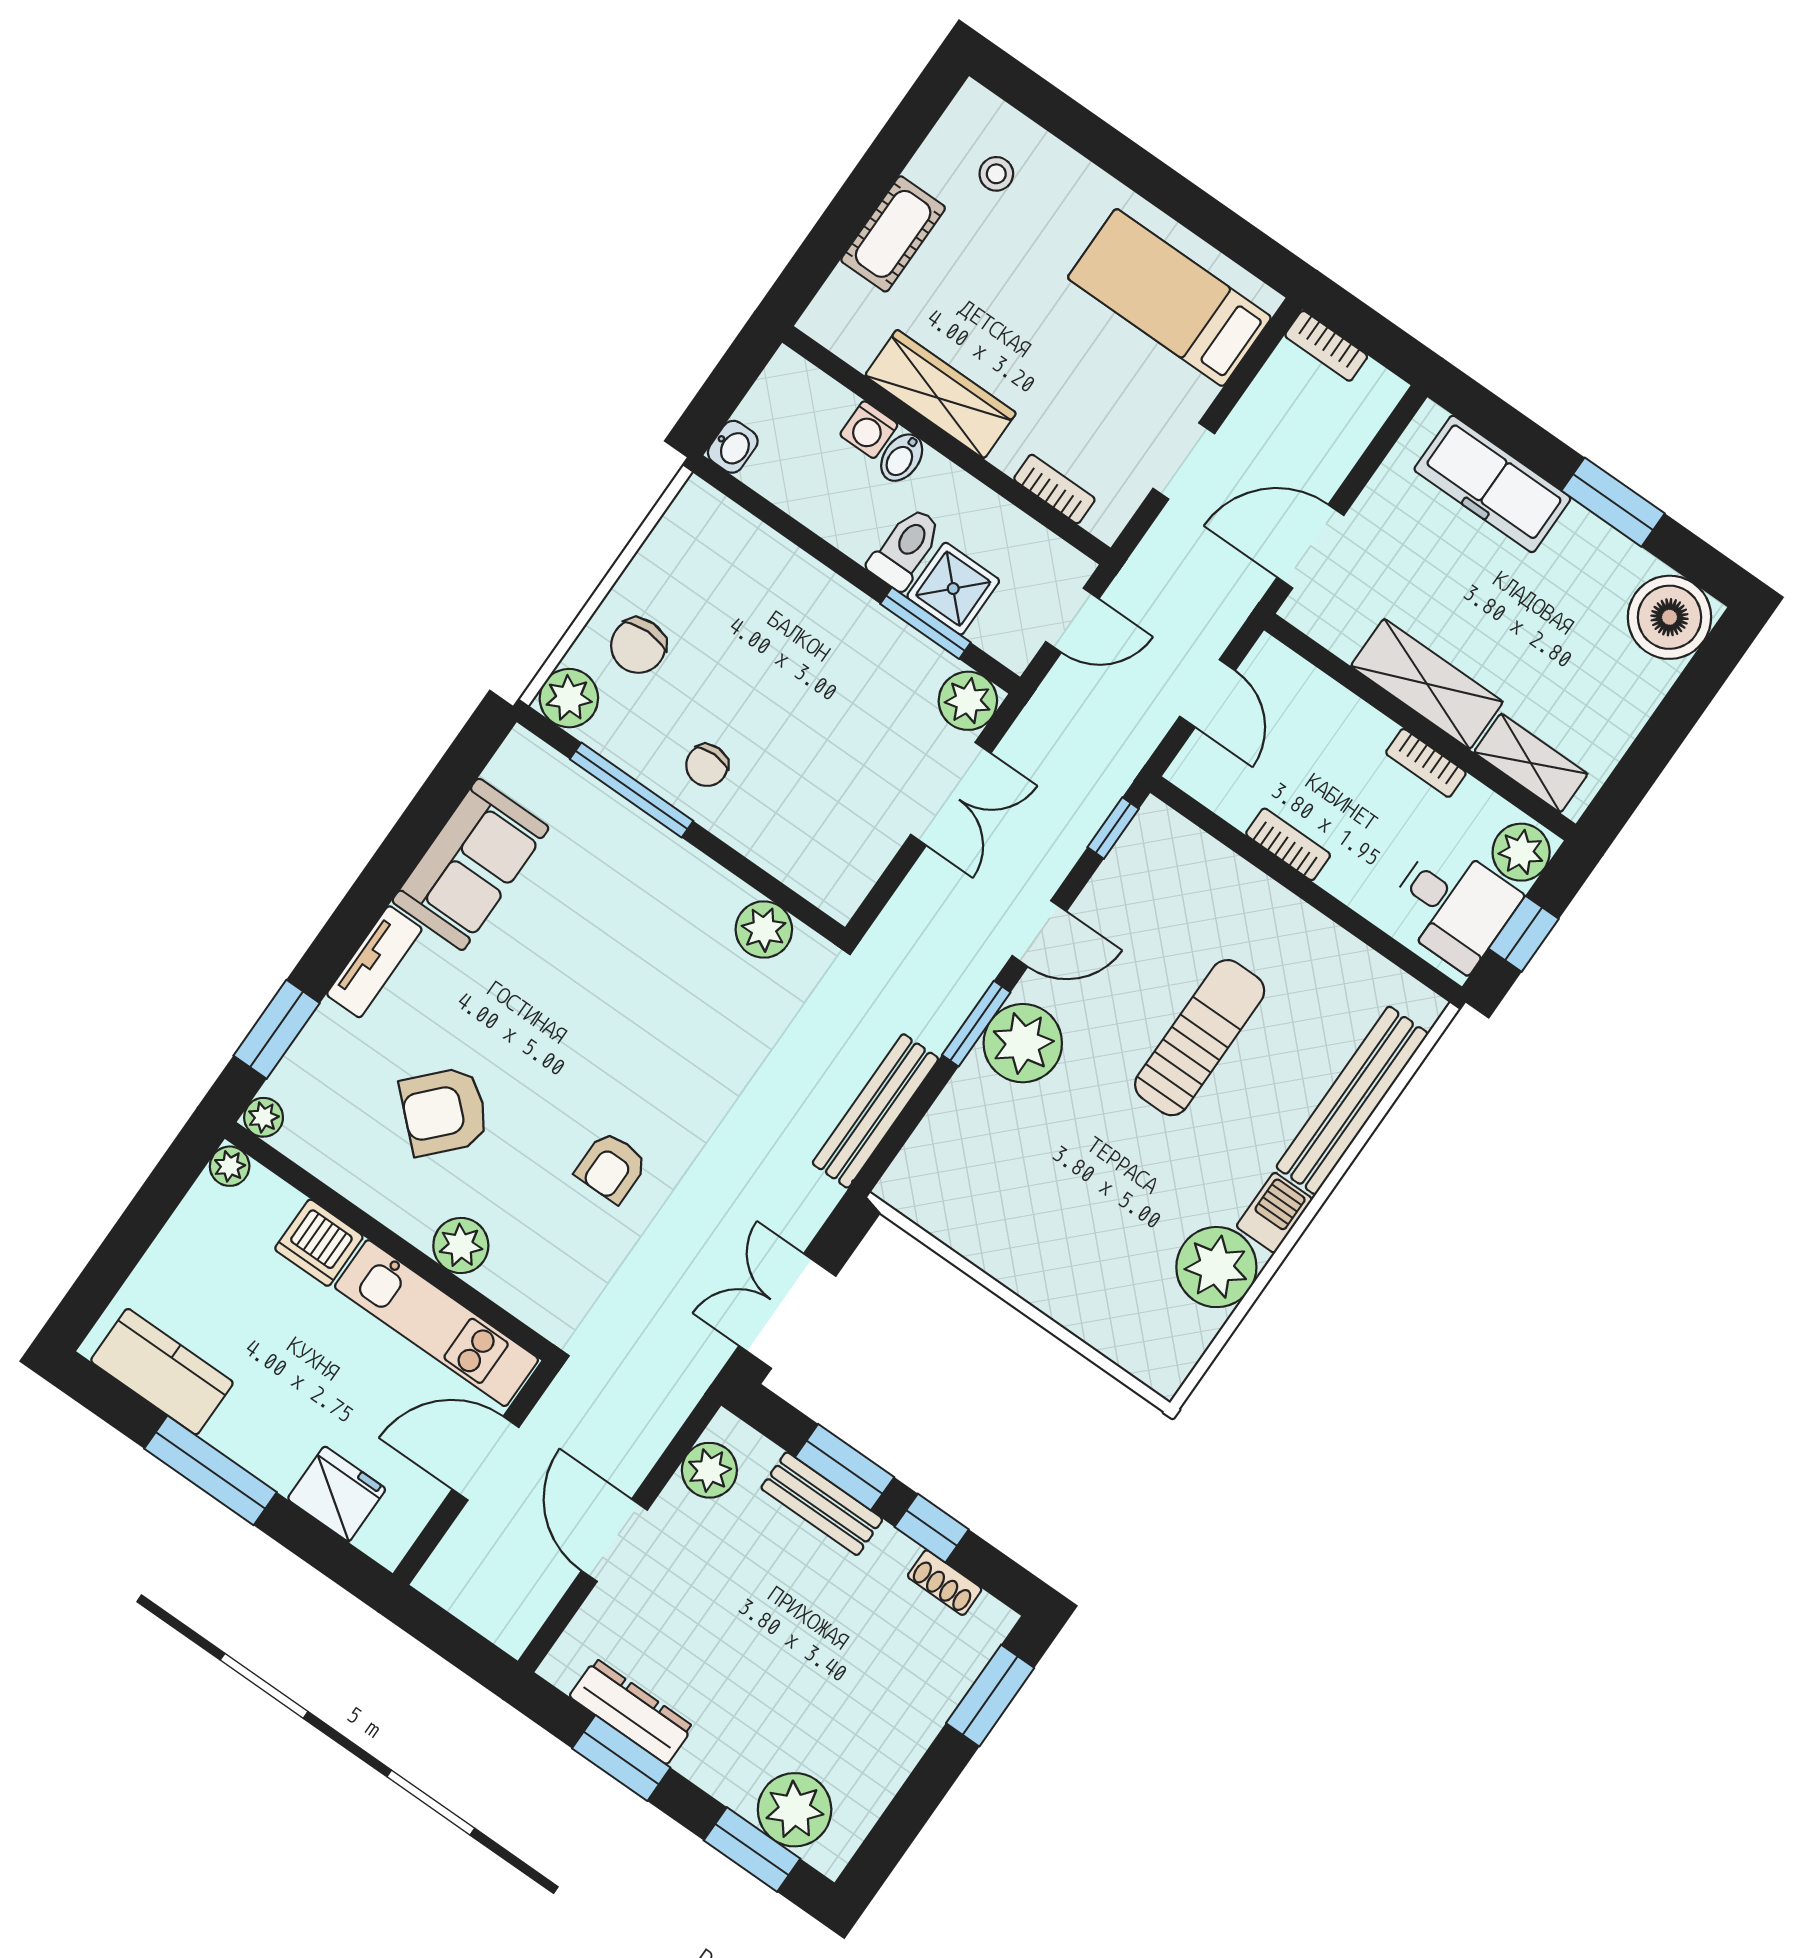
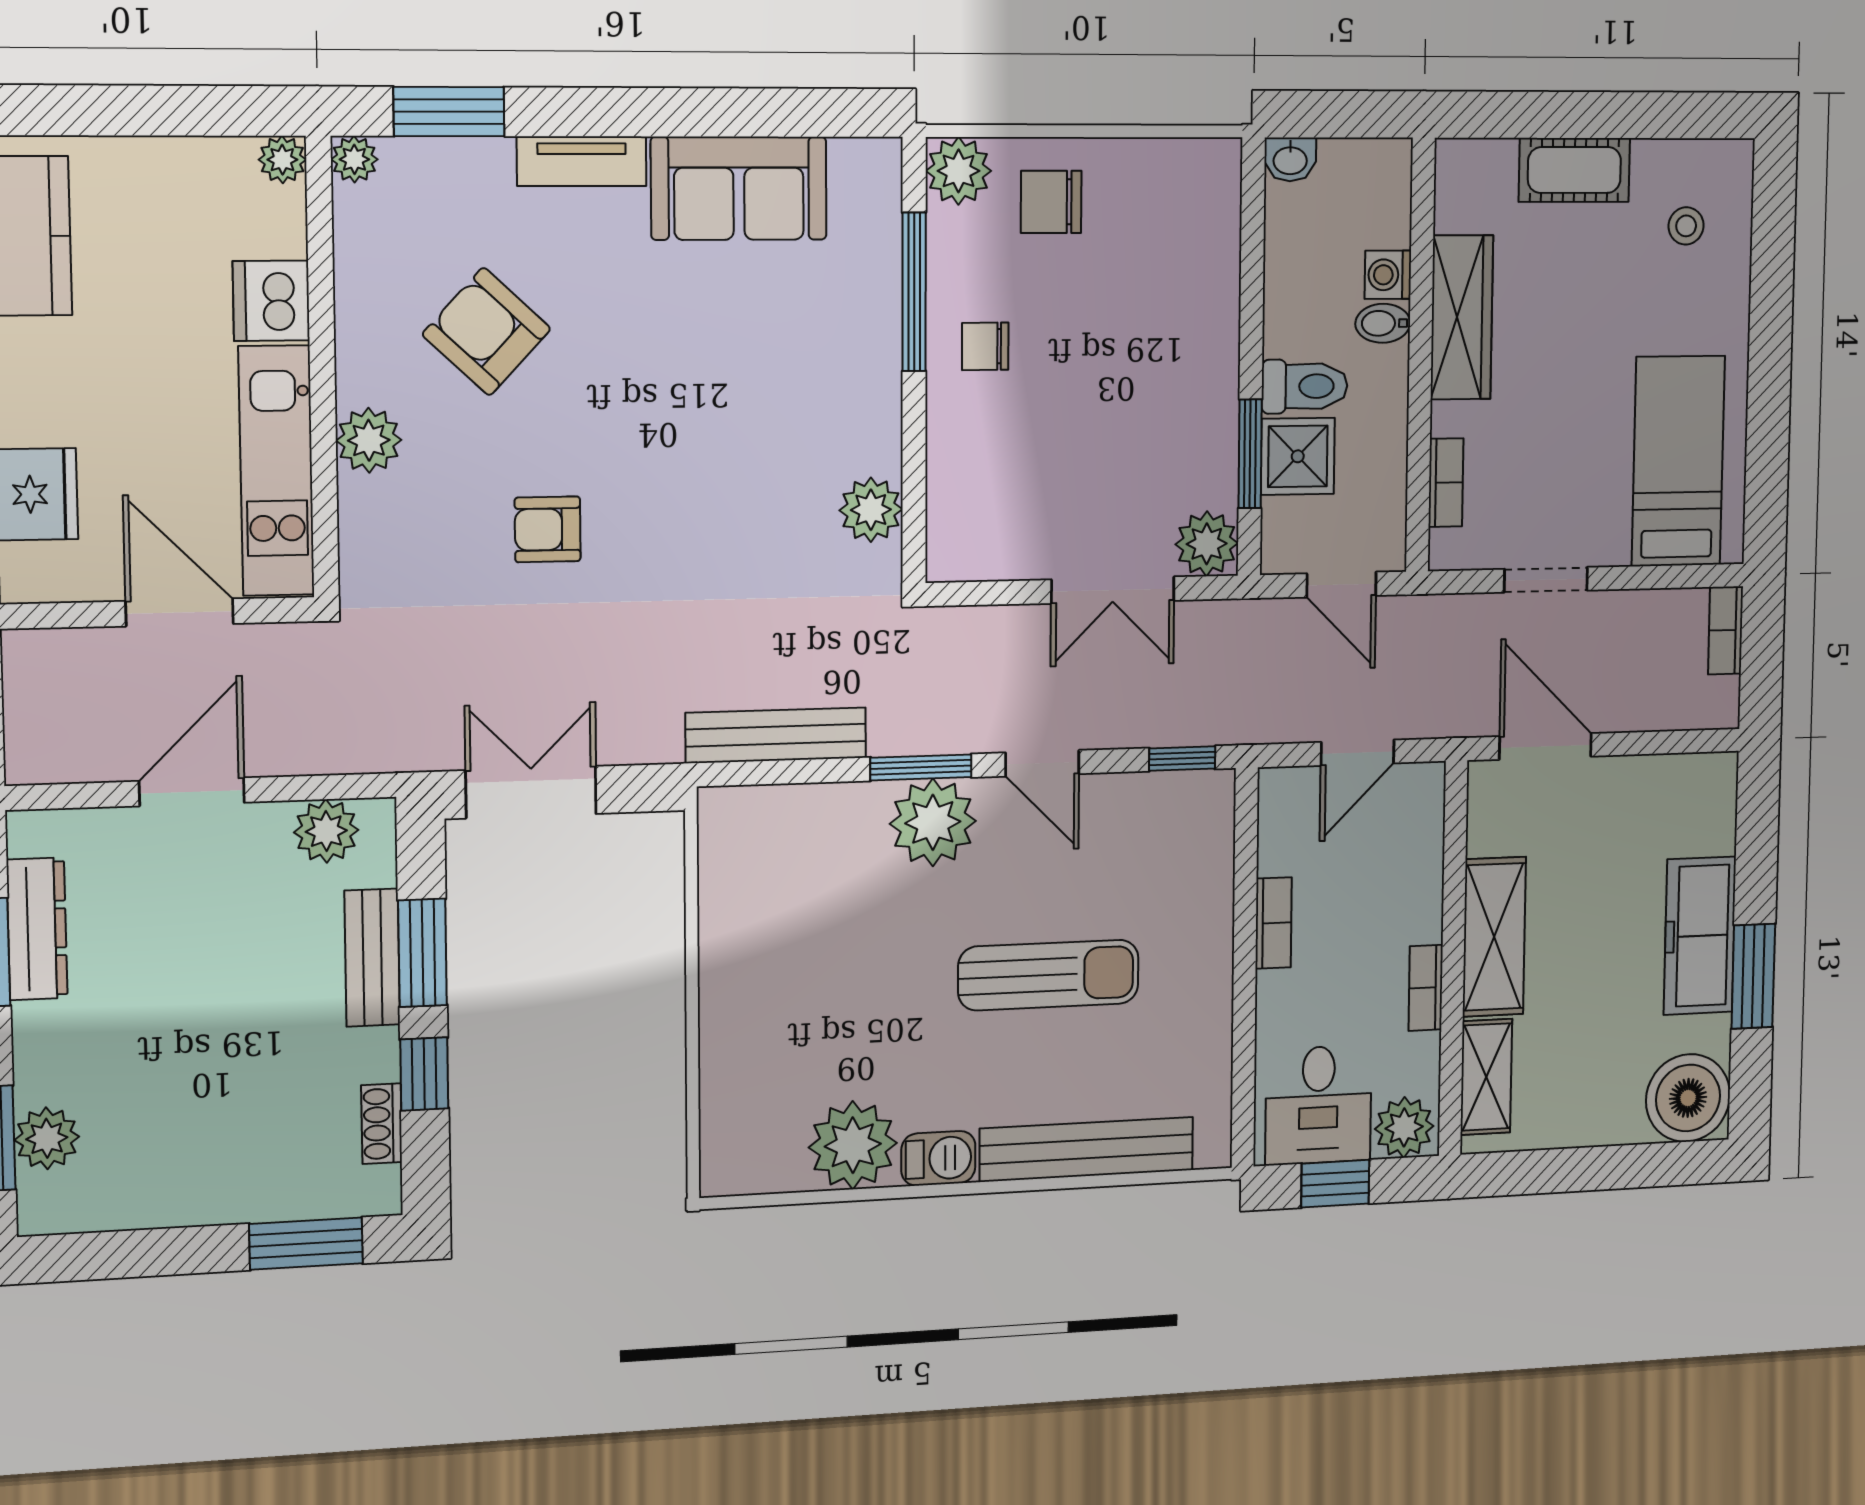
freezer: (1492, 484) -> (1700, 936), moved
plant: (795, 1810) -> (47, 1138), width x0.73, depth x0.73

